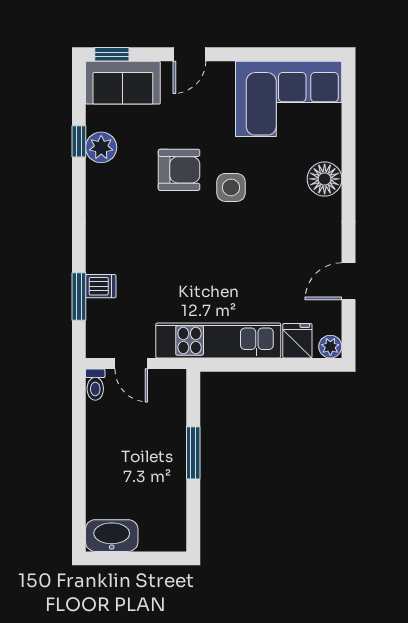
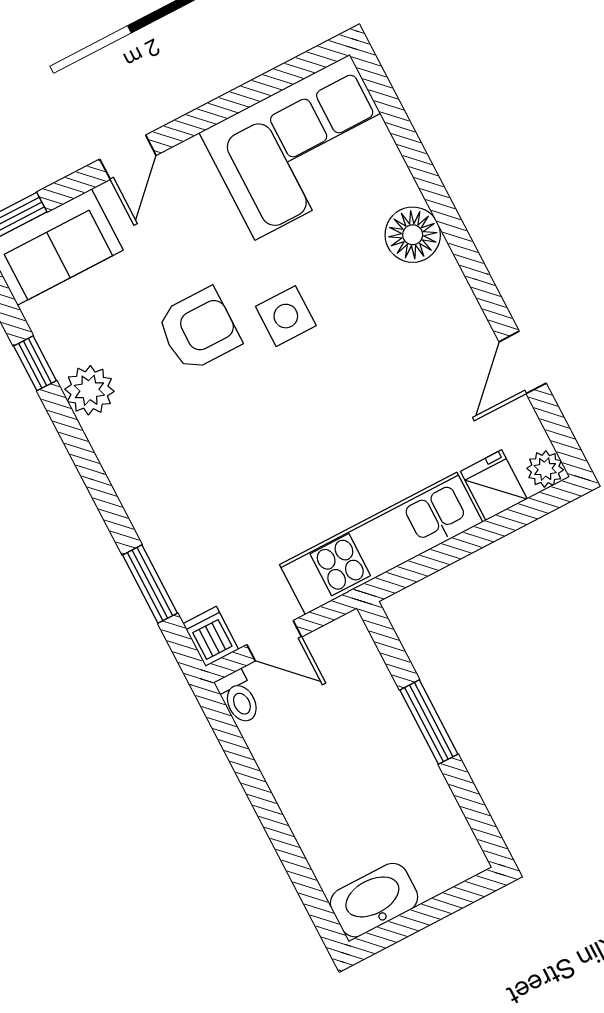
plant: (101, 147) -> (89, 390), moved
dishwasher: (101, 286) -> (211, 636), moved, turned -90

